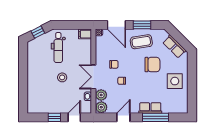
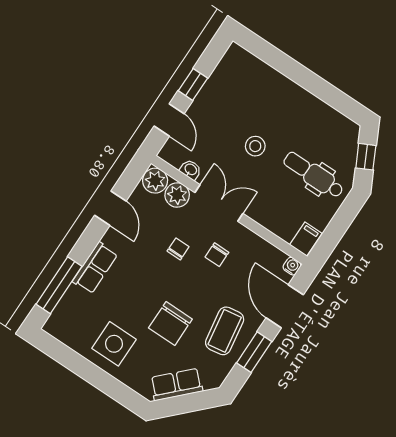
door: (116, 25) -> (285, 306), hinge flipped
window: (156, 117) -> (59, 285), moved

